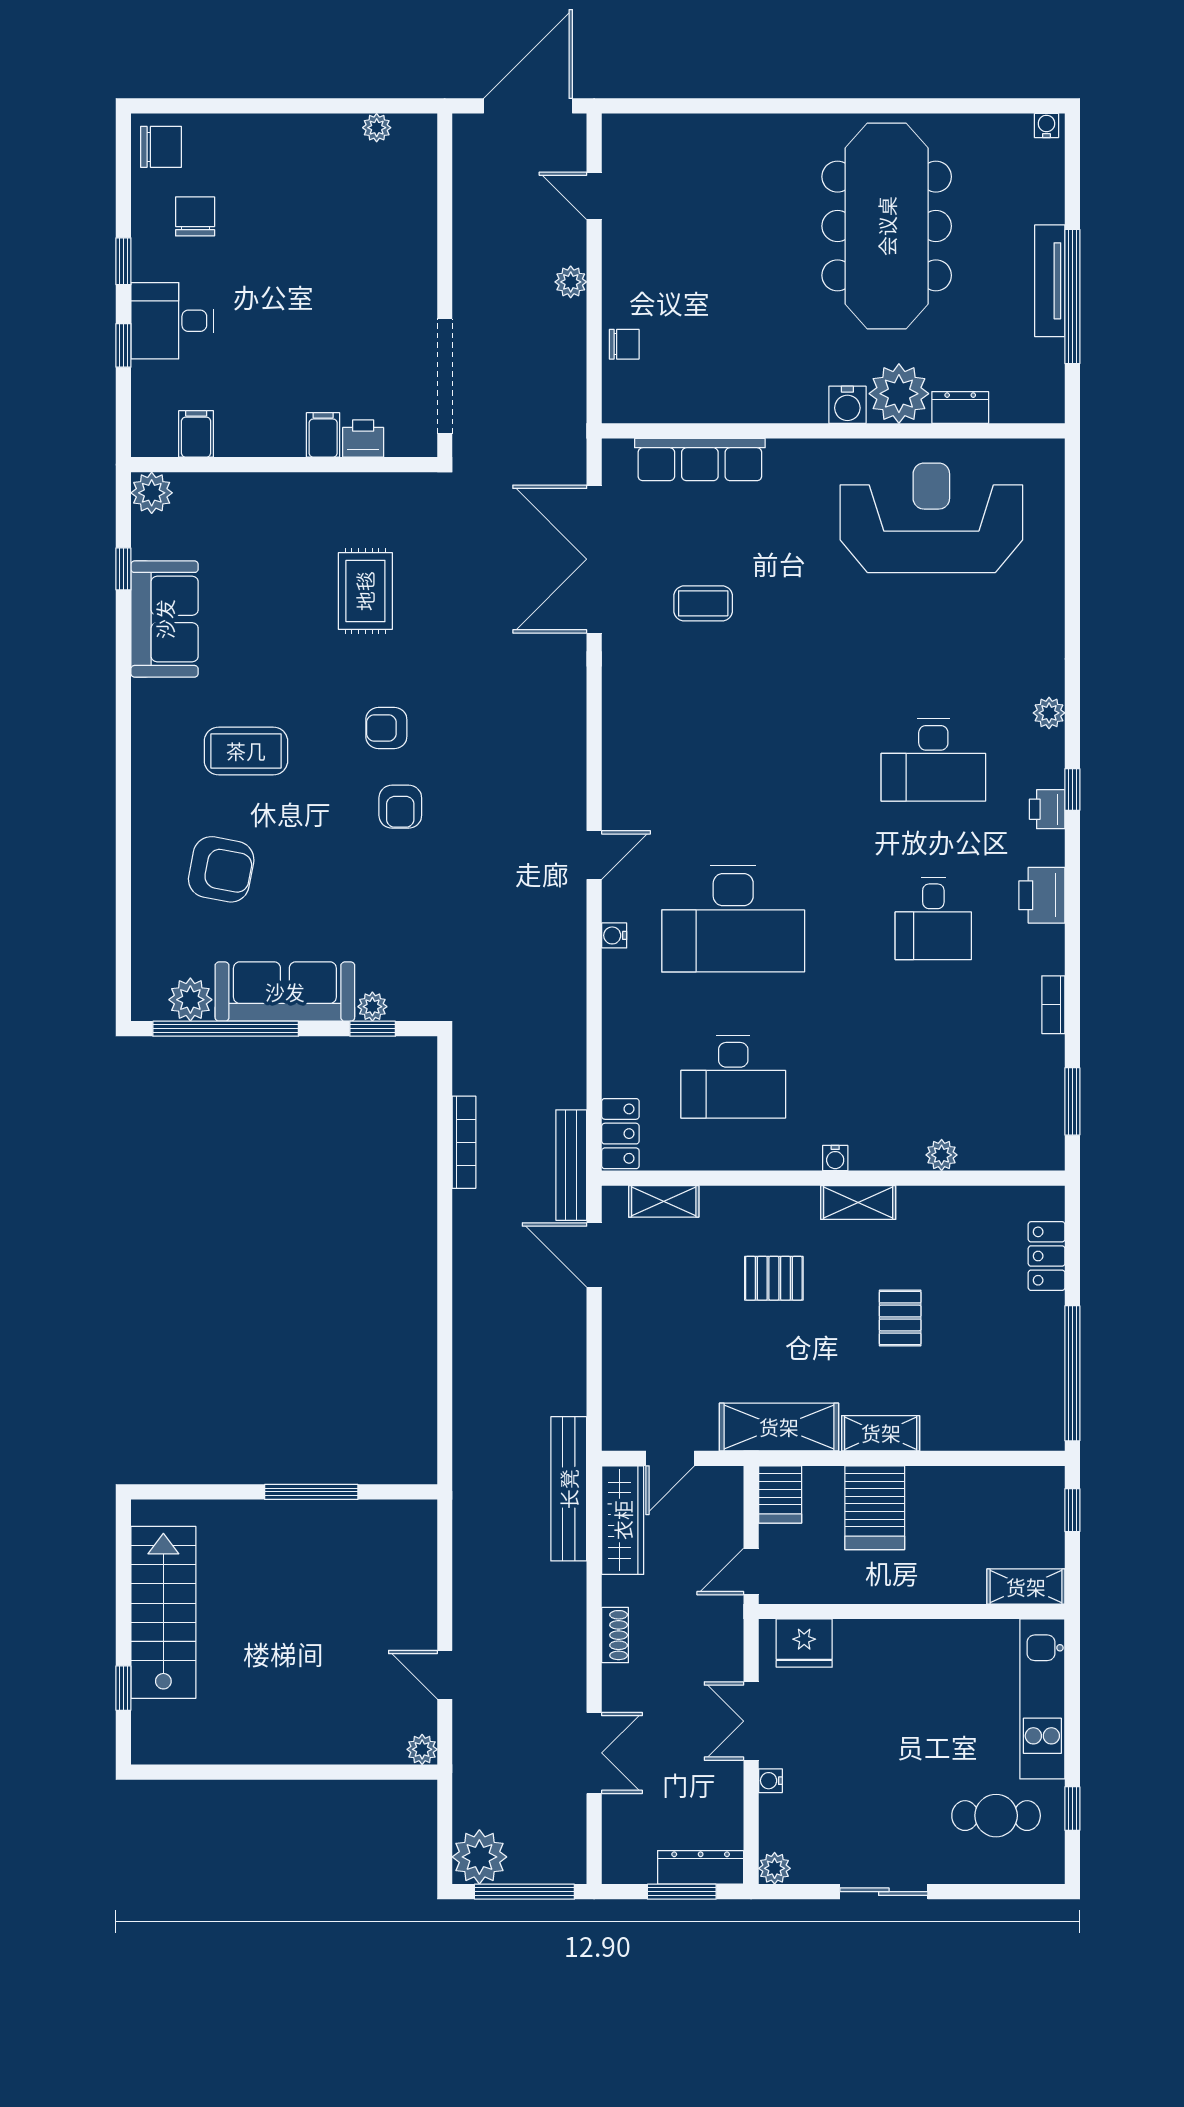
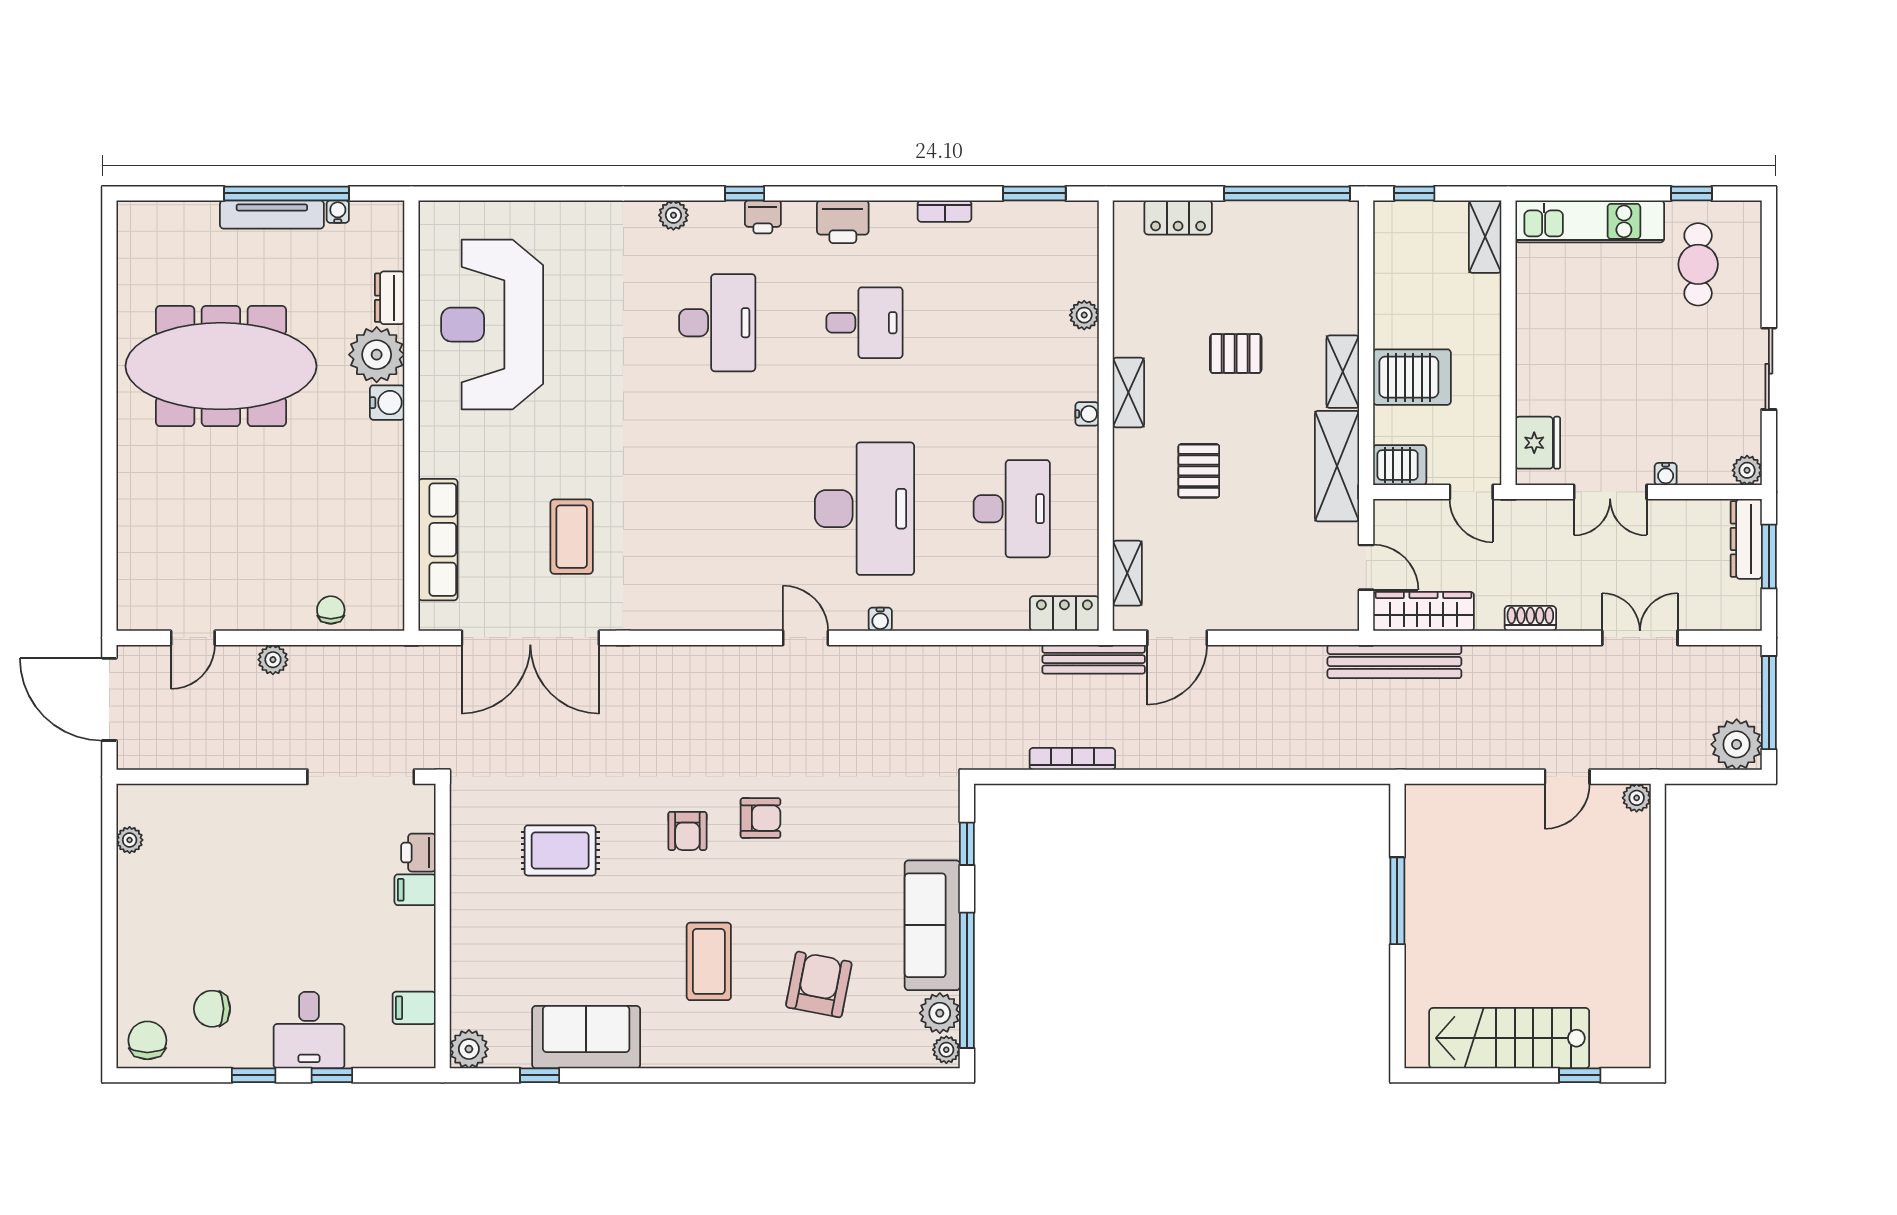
water cooler: (1046, 125) -> (338, 212), moved, turned 90
coffee table: (703, 603) -> (572, 537), width x1.36, depth x1.30
plant: (372, 1007) -> (946, 1050), moved

